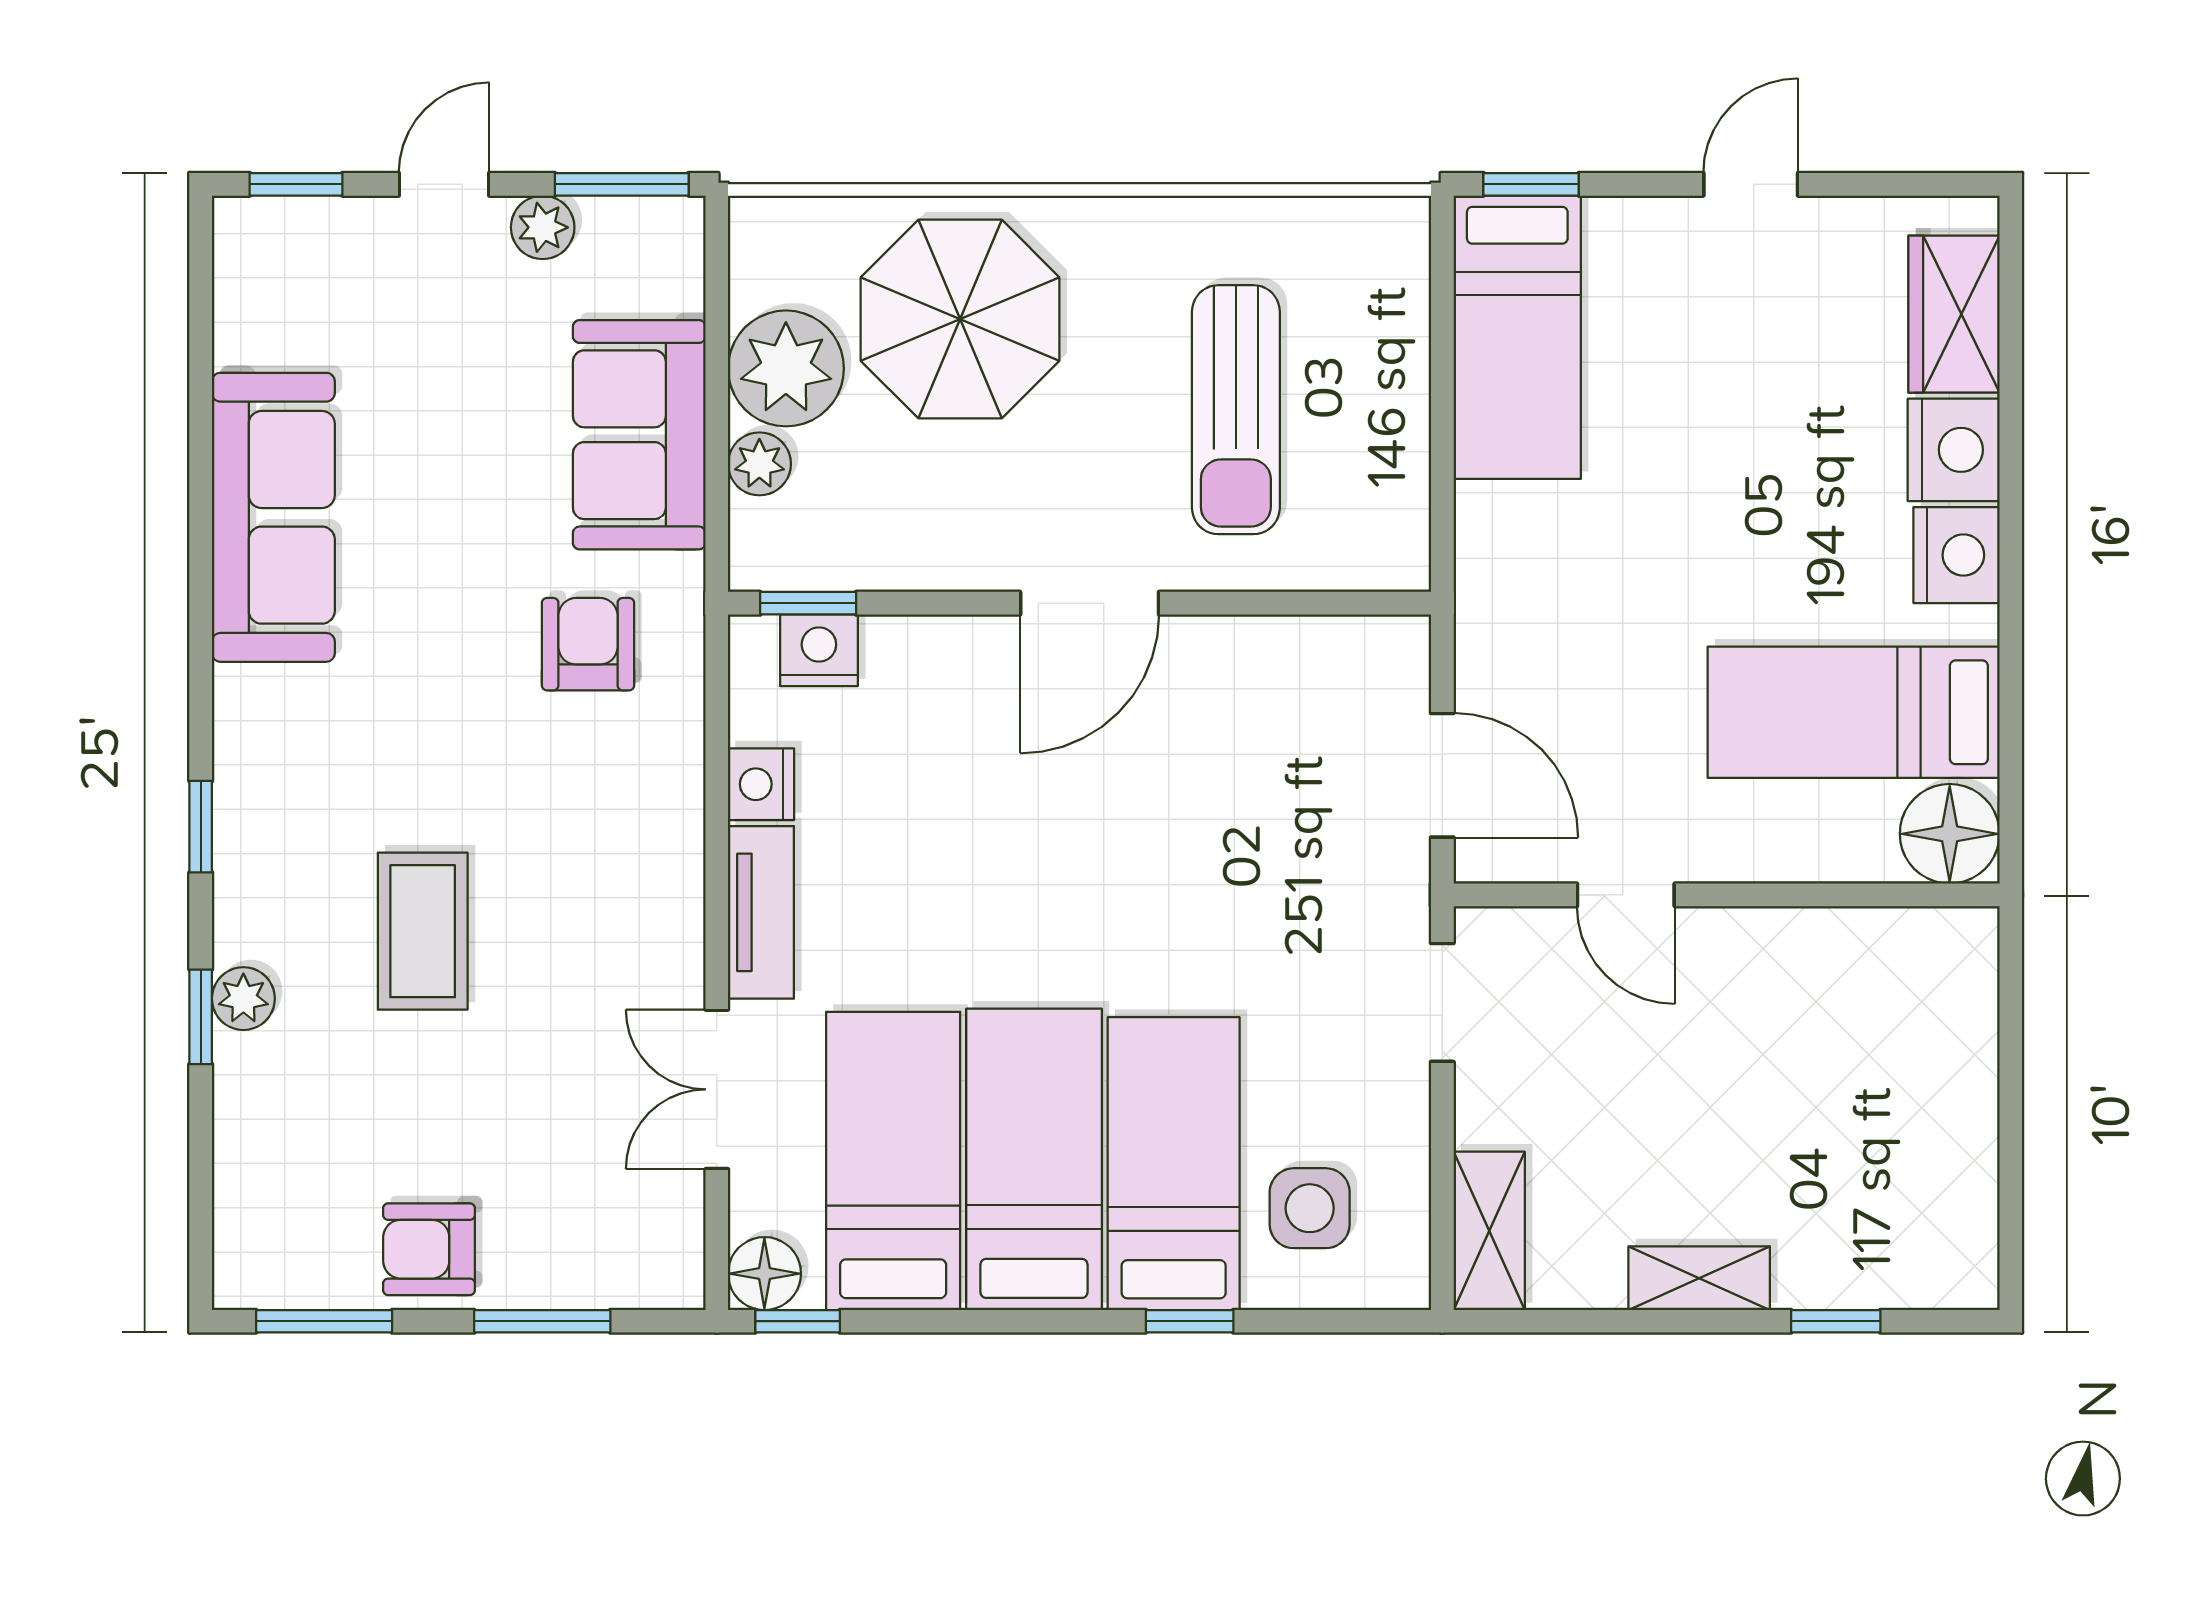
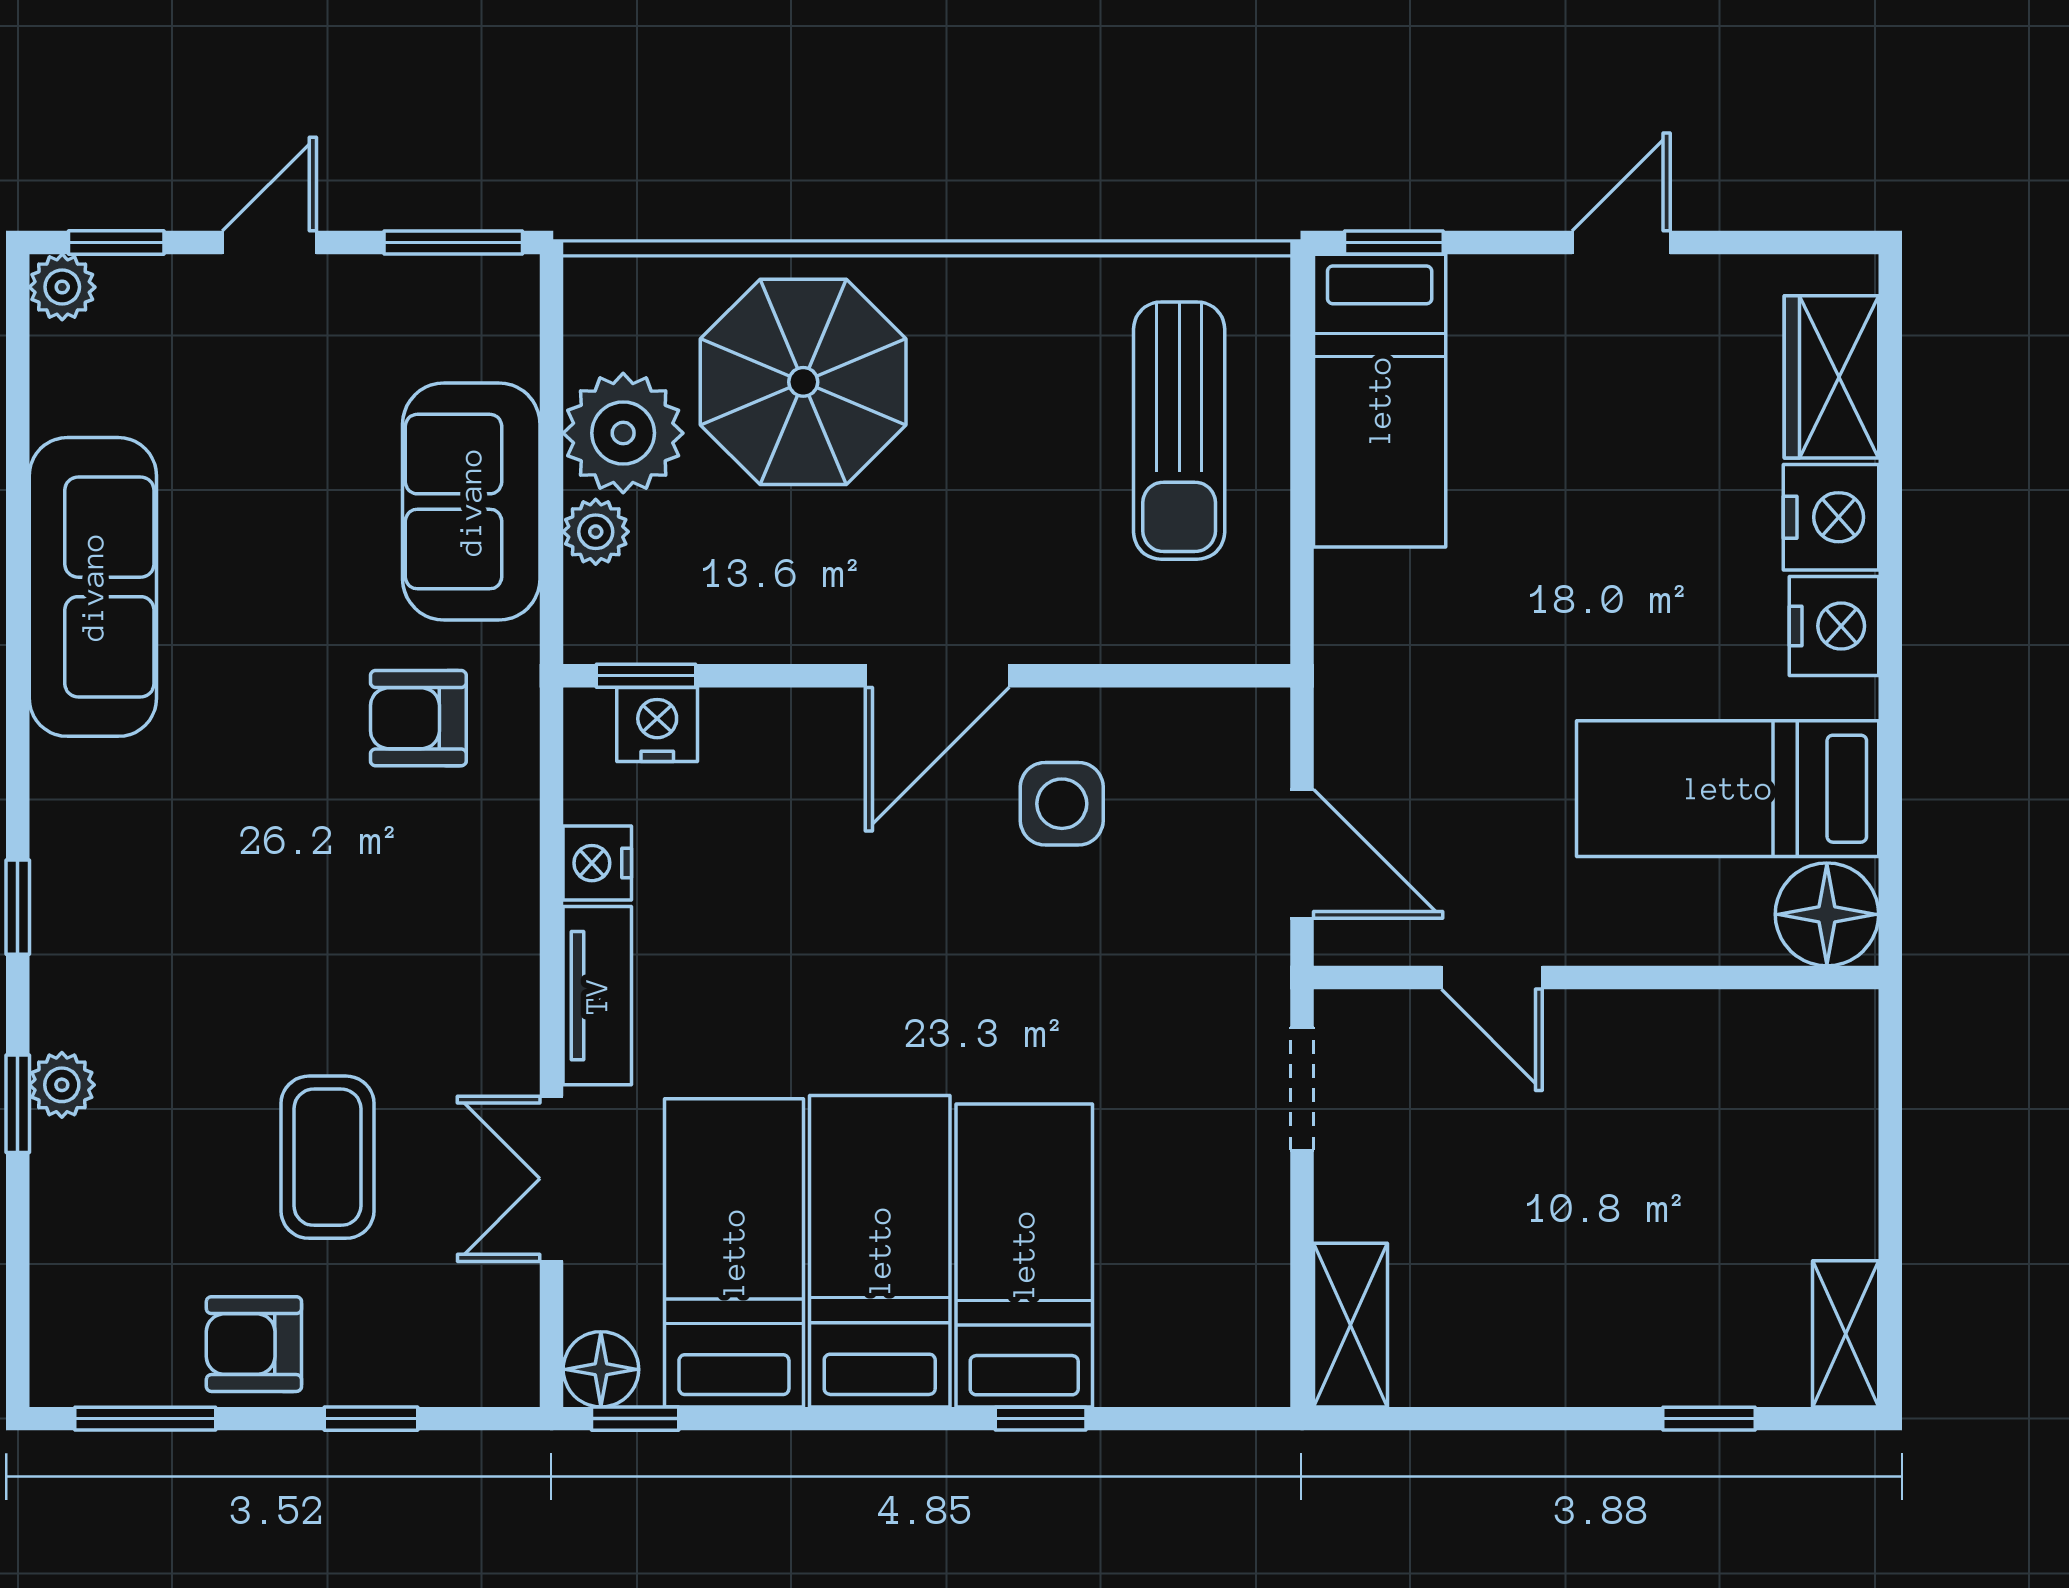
plant: (543, 227) -> (62, 287), moved
sun lounger: (1236, 410) -> (1179, 431), moved
armchair: (588, 644) -> (418, 718), turned -90
coffee table: (423, 931) -> (327, 1157), moved
side table: (1310, 1208) -> (1062, 804), moved
shelving: (1699, 1278) -> (1846, 1334), moved, turned 90
window: (542, 1321) -> (371, 1419), width x0.67

